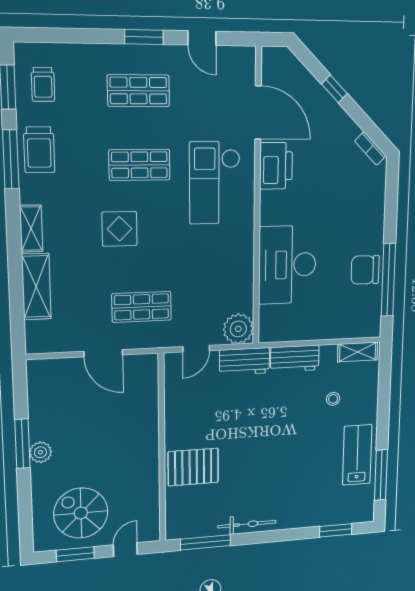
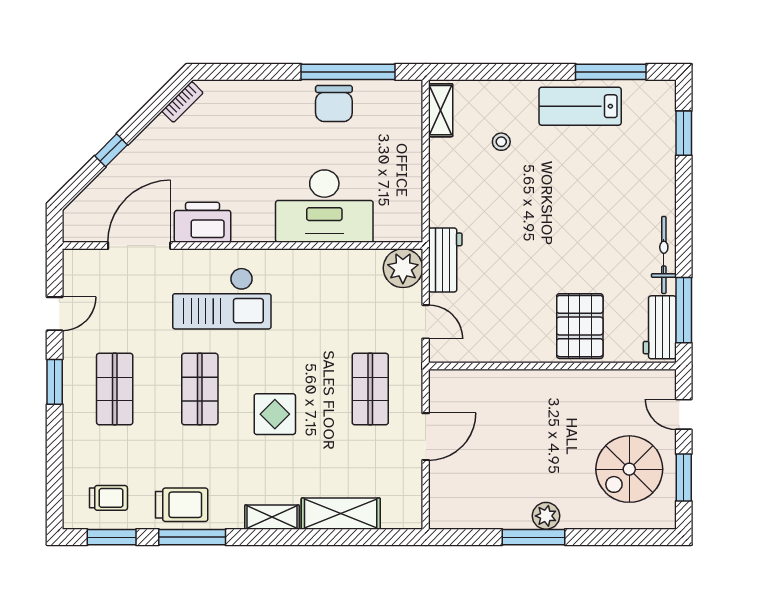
workbench: (295, 359) -> (660, 327), moved, turned 180

